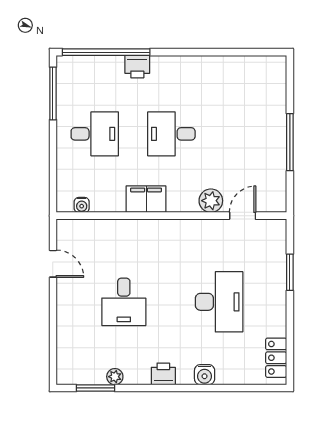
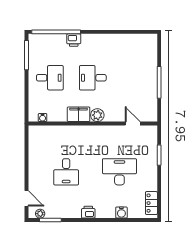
plant: (211, 201) -> (97, 115), moved
door: (243, 216) -> (133, 124), hinge flipped
door: (53, 264) -> (26, 198), moved
desk: (219, 302) -> (119, 172), turned -90
water cooler: (205, 375) -> (121, 213), moved
plant: (115, 377) -> (40, 214), moved

